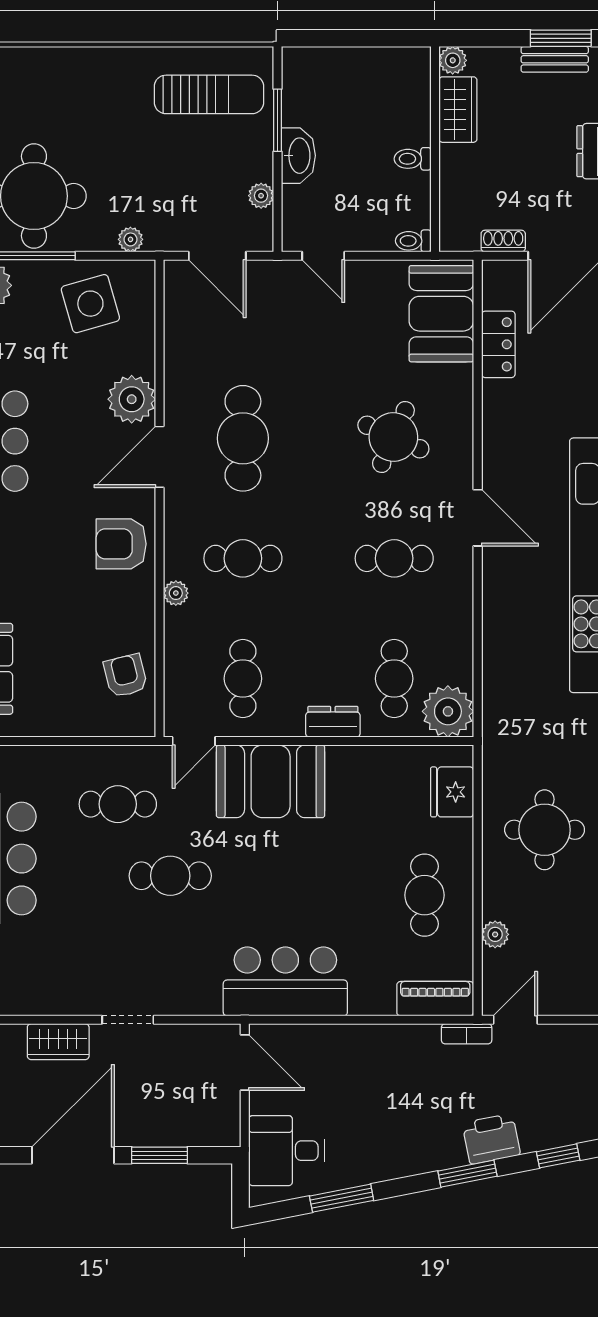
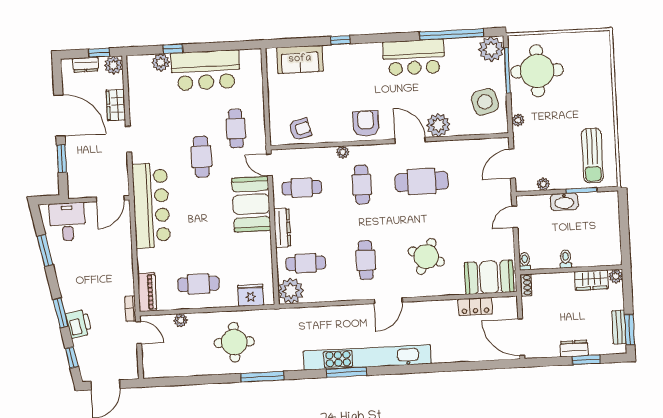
shoe rack: (503, 241) -> (526, 285), moved
dresser: (333, 722) -> (282, 228), width x1.44
bar counter: (285, 981) -> (151, 206), width x1.36

